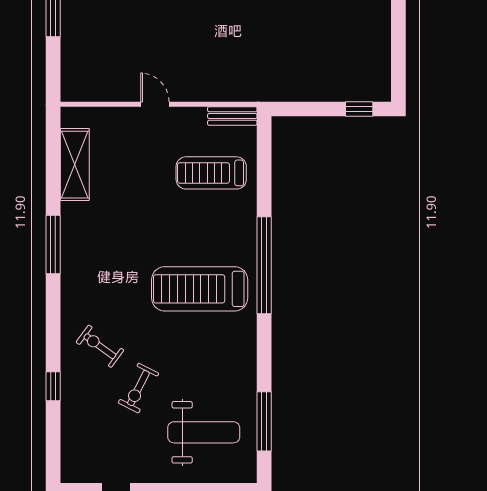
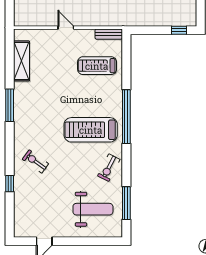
exercise bike: (138, 388) -> (109, 168), moved

